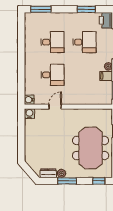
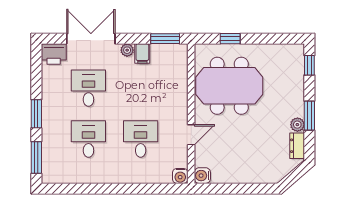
window: (86, 9) -> (36, 114), moved
door: (55, 107) -> (191, 135), swing flipped
meeting table: (91, 148) -> (229, 86), moved

